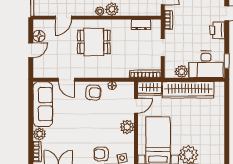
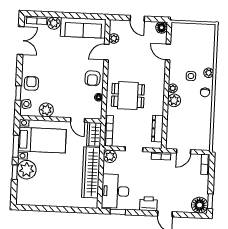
dresser: (141, 25) -> (157, 129), width x1.44
floor lamp: (39, 36) -> (162, 28), moved
dining table: (94, 42) -> (128, 96), moved, turned 90
plant: (182, 71) -> (110, 156), moved
plant: (52, 73) -> (114, 38), added
plant: (127, 127) -> (46, 110), moved

